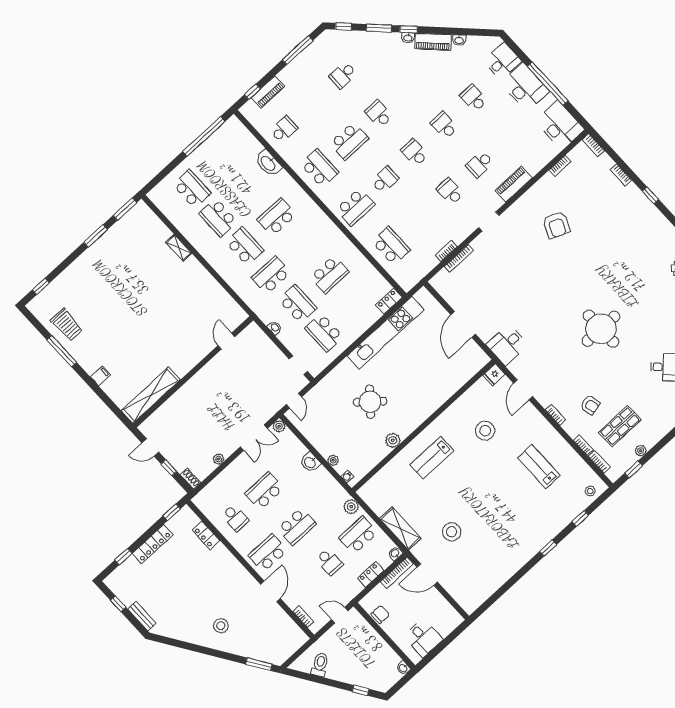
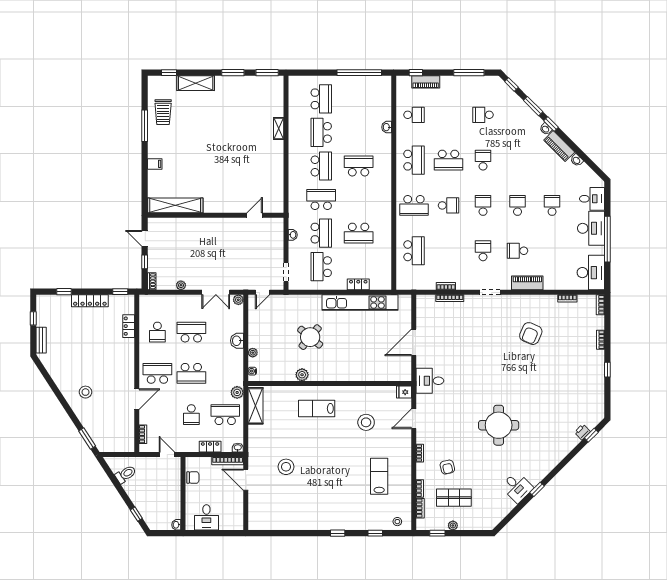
washbasin: (268, 163) -> (387, 127), width x0.52, depth x0.69
shelving: (72, 274) -> (196, 83), added
locker: (389, 301) -> (358, 284), moved
shelving: (400, 528) -> (256, 406), moved

